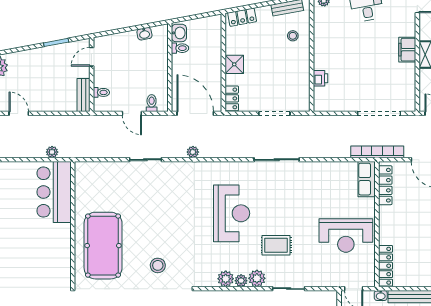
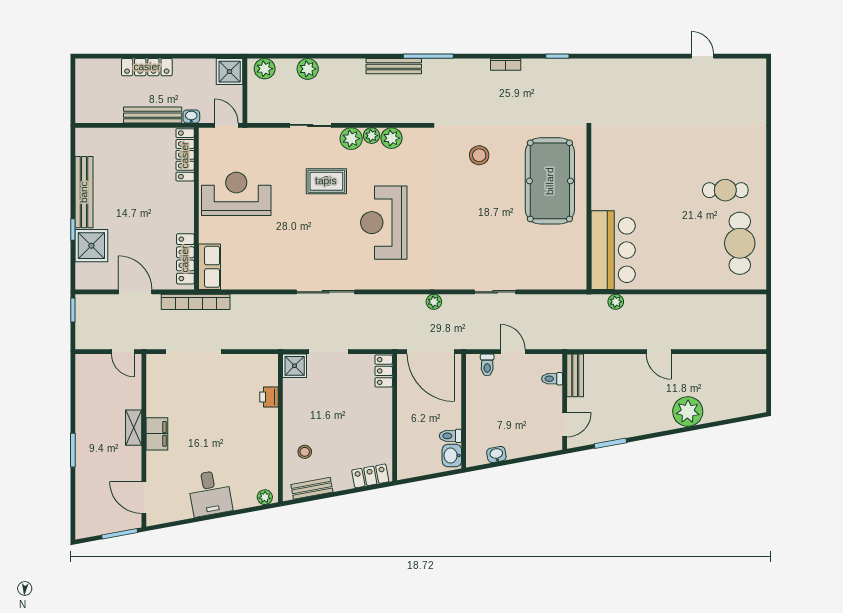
shower: (234, 64) -> (295, 366), moved

